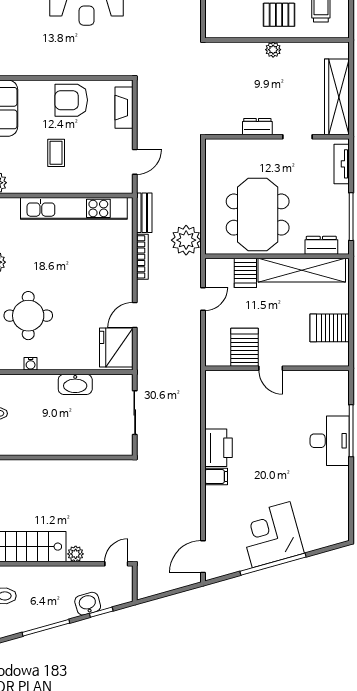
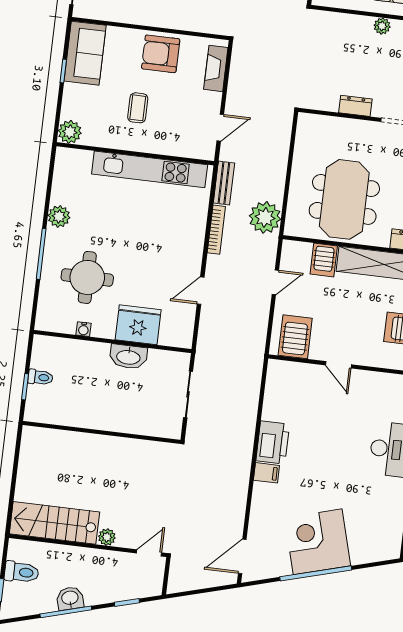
fridge: (116, 347) -> (138, 325), moved, turned 90
server rack: (244, 347) -> (295, 337), moved
washbasin: (88, 604) -> (70, 598), moved

